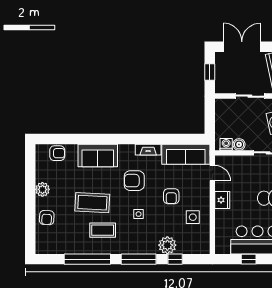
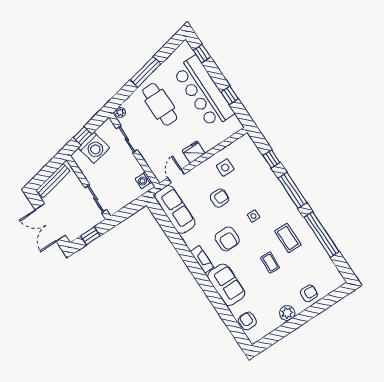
sliding door: (250, 96) -> (96, 199), moved
boiler: (239, 144) -> (136, 169), removed
fireplace: (148, 150) -> (202, 259), moved
coffee table: (92, 203) -> (270, 262), width x0.54, depth x0.58
plant: (167, 245) -> (264, 174), removed

